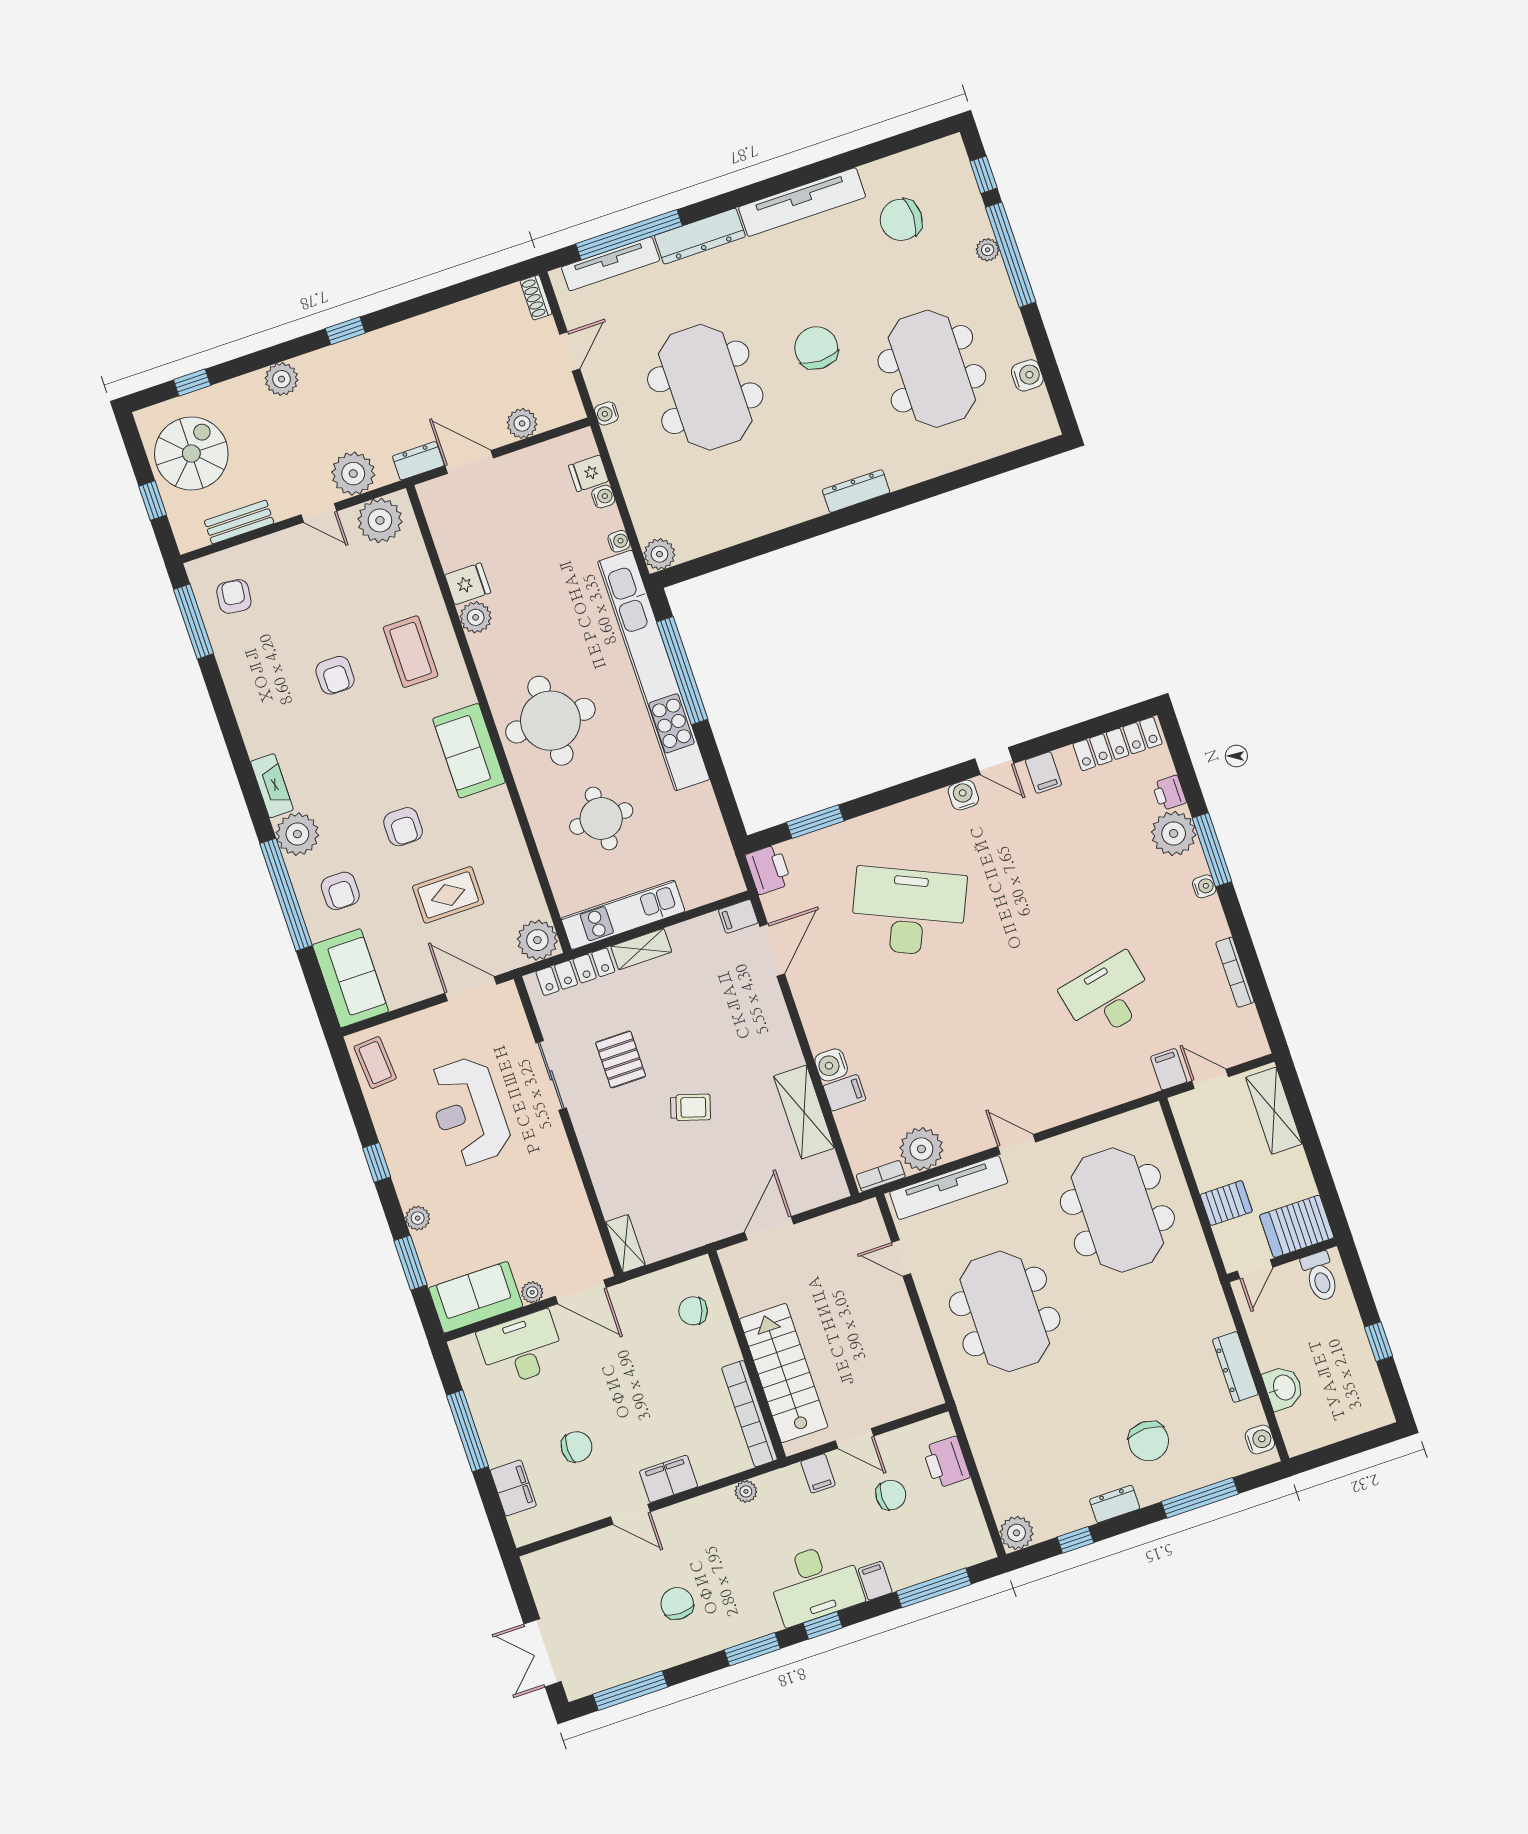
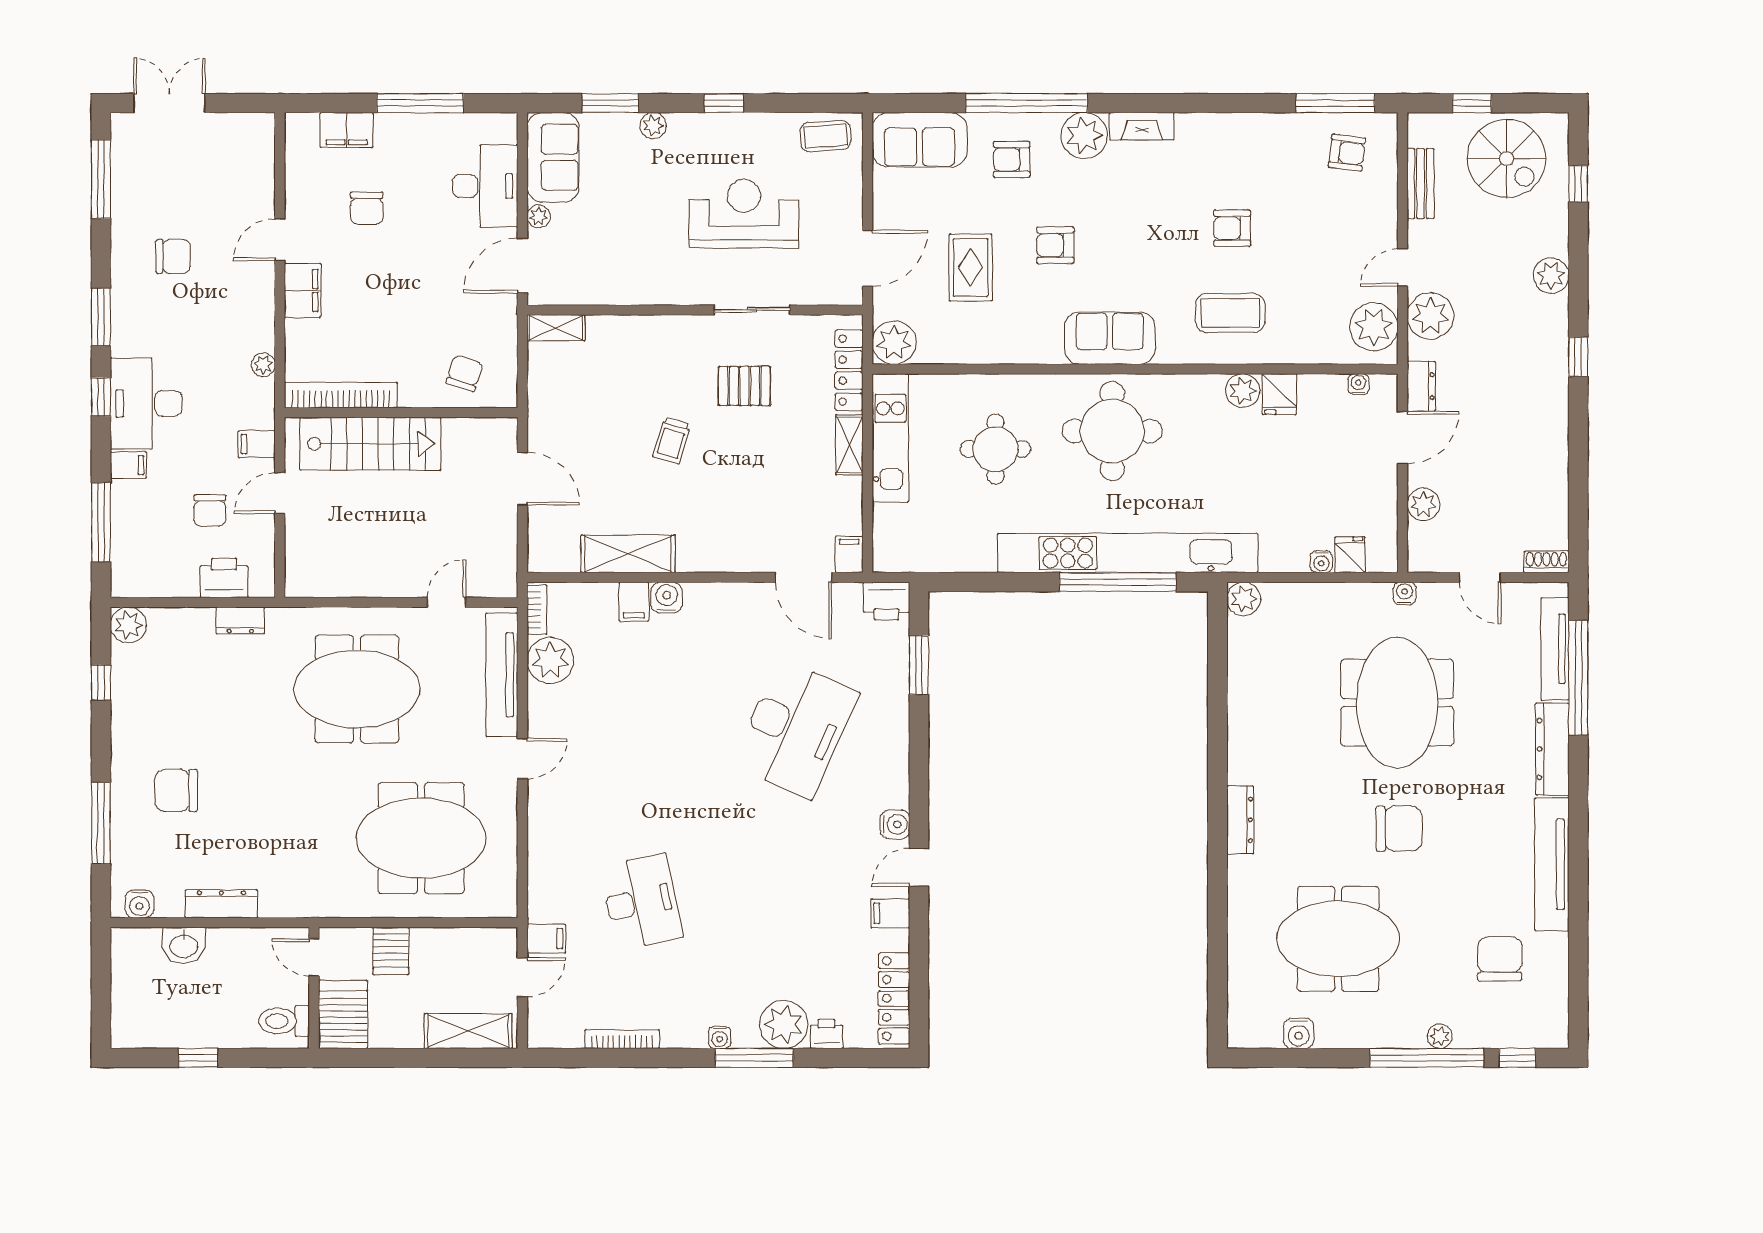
meeting table: (705, 387) -> (1397, 703), turned 90
water cooler: (619, 541) -> (1358, 384), moved, turned 180
dresser: (1115, 1504) -> (240, 621), moved, turned 90

